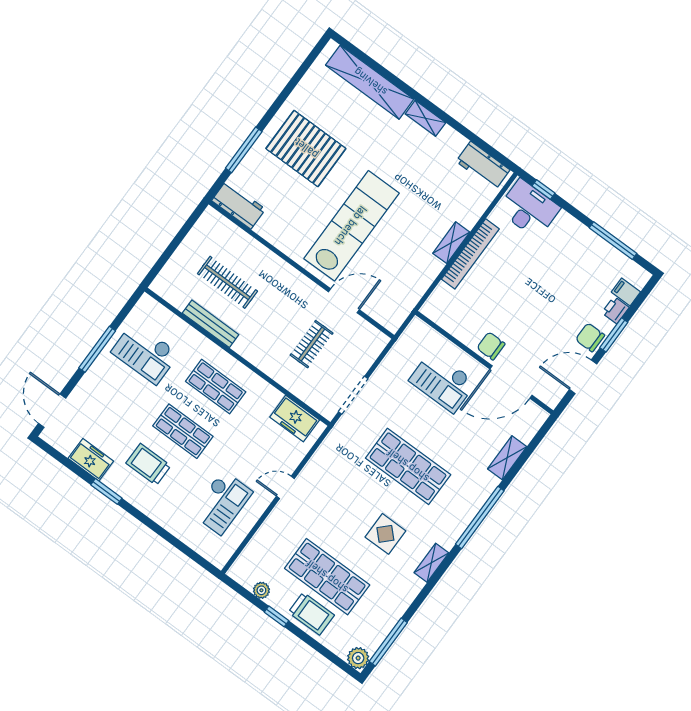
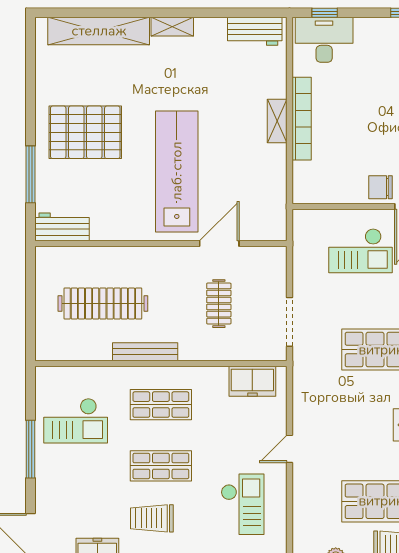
clothes rail: (227, 282) -> (103, 304), width x1.37, depth x1.31
bench: (211, 324) -> (145, 352), moved

